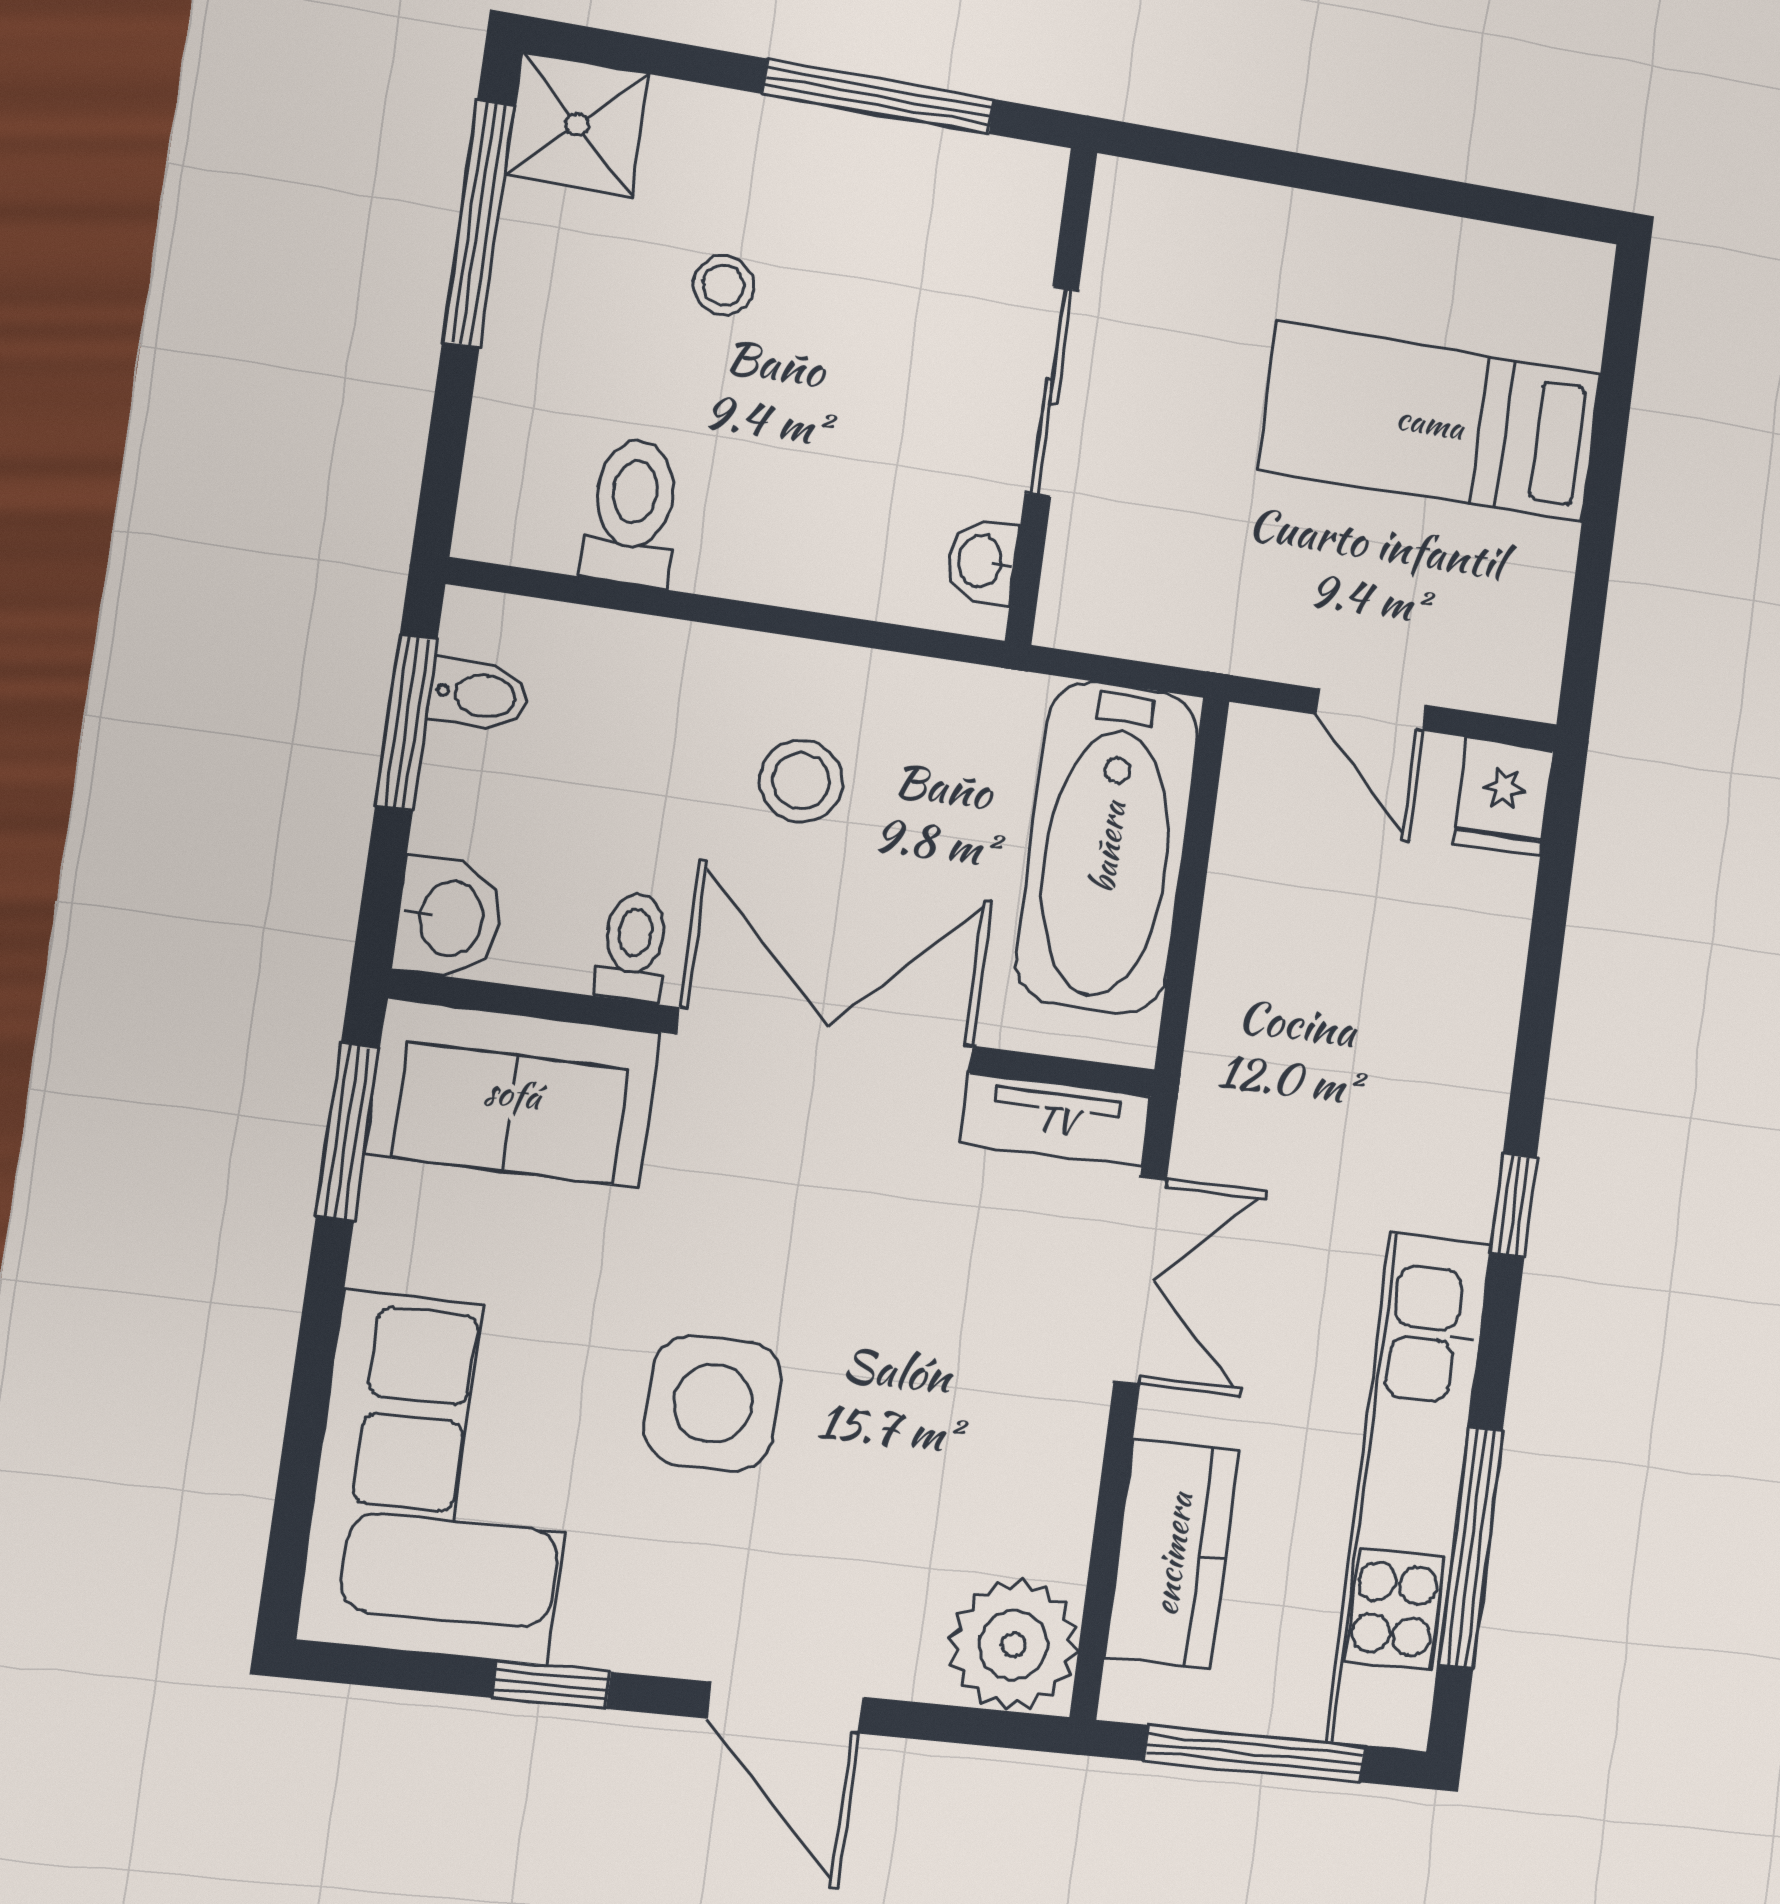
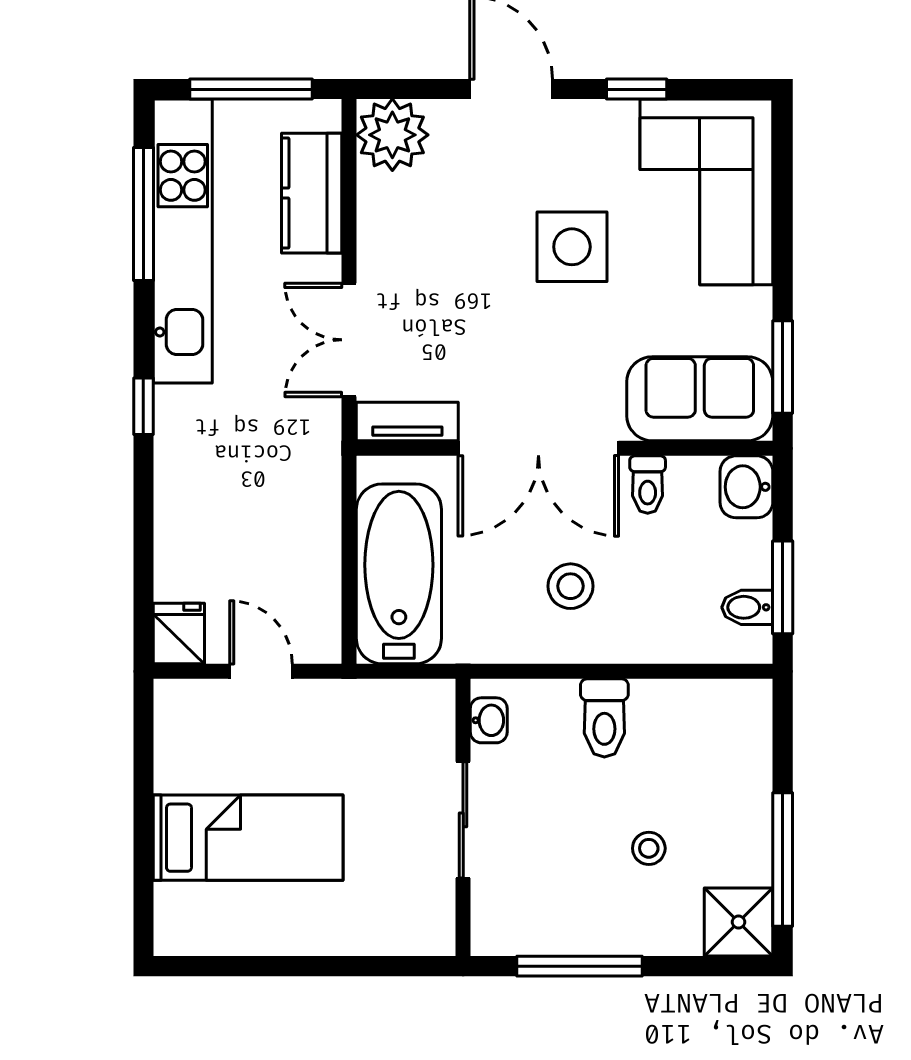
toilet: (633, 512) -> (604, 718), moved

